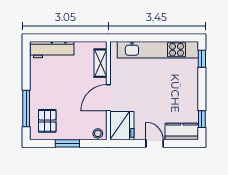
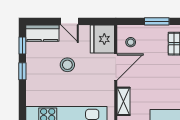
window: (202, 59) -> (22, 71), moved
stool: (157, 100) -> (67, 65), added
stool: (98, 133) -> (131, 42), moved

